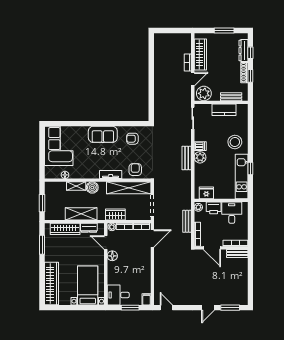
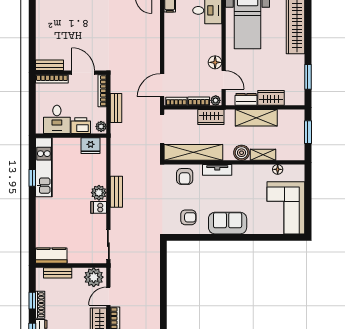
kitchen counter: (224, 110) -> (51, 256), moved
stool: (235, 142) -> (53, 213), removed
wardrobe: (65, 229) -> (271, 98), width x0.67

